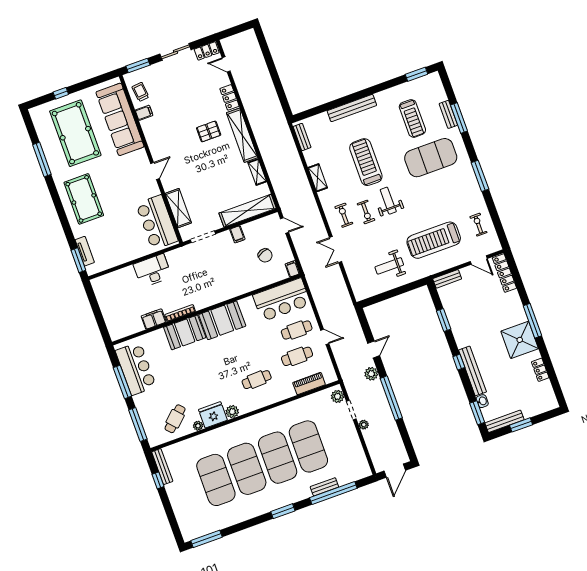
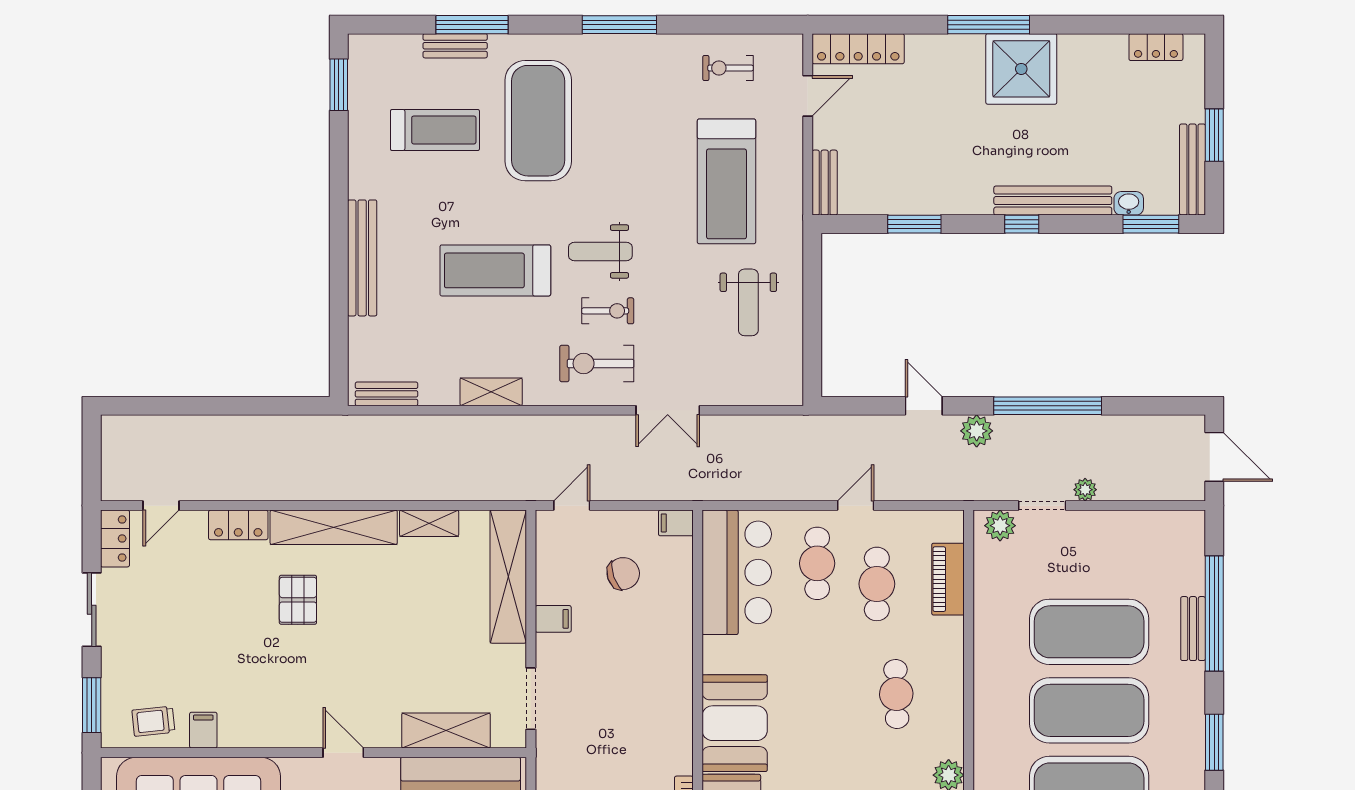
exercise bike: (344, 215) -> (597, 363), width x1.38, depth x1.39
locker: (540, 370) -> (1156, 47), moved

